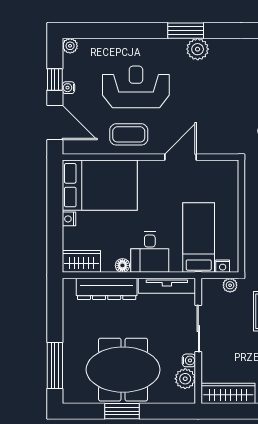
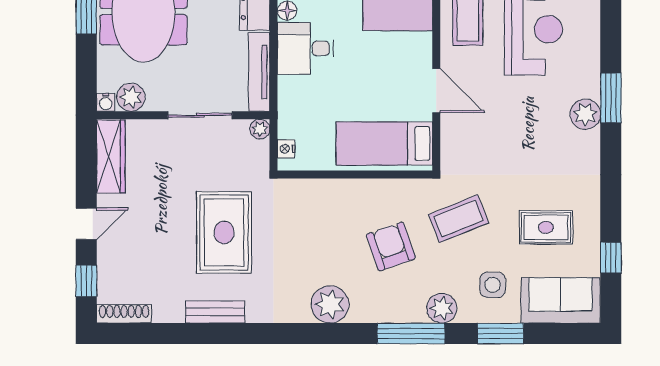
bed: (199, 237) -> (384, 144), moved, turned 180
plant: (230, 285) -> (260, 129), moved
water cooler: (189, 360) -> (106, 102), moved

